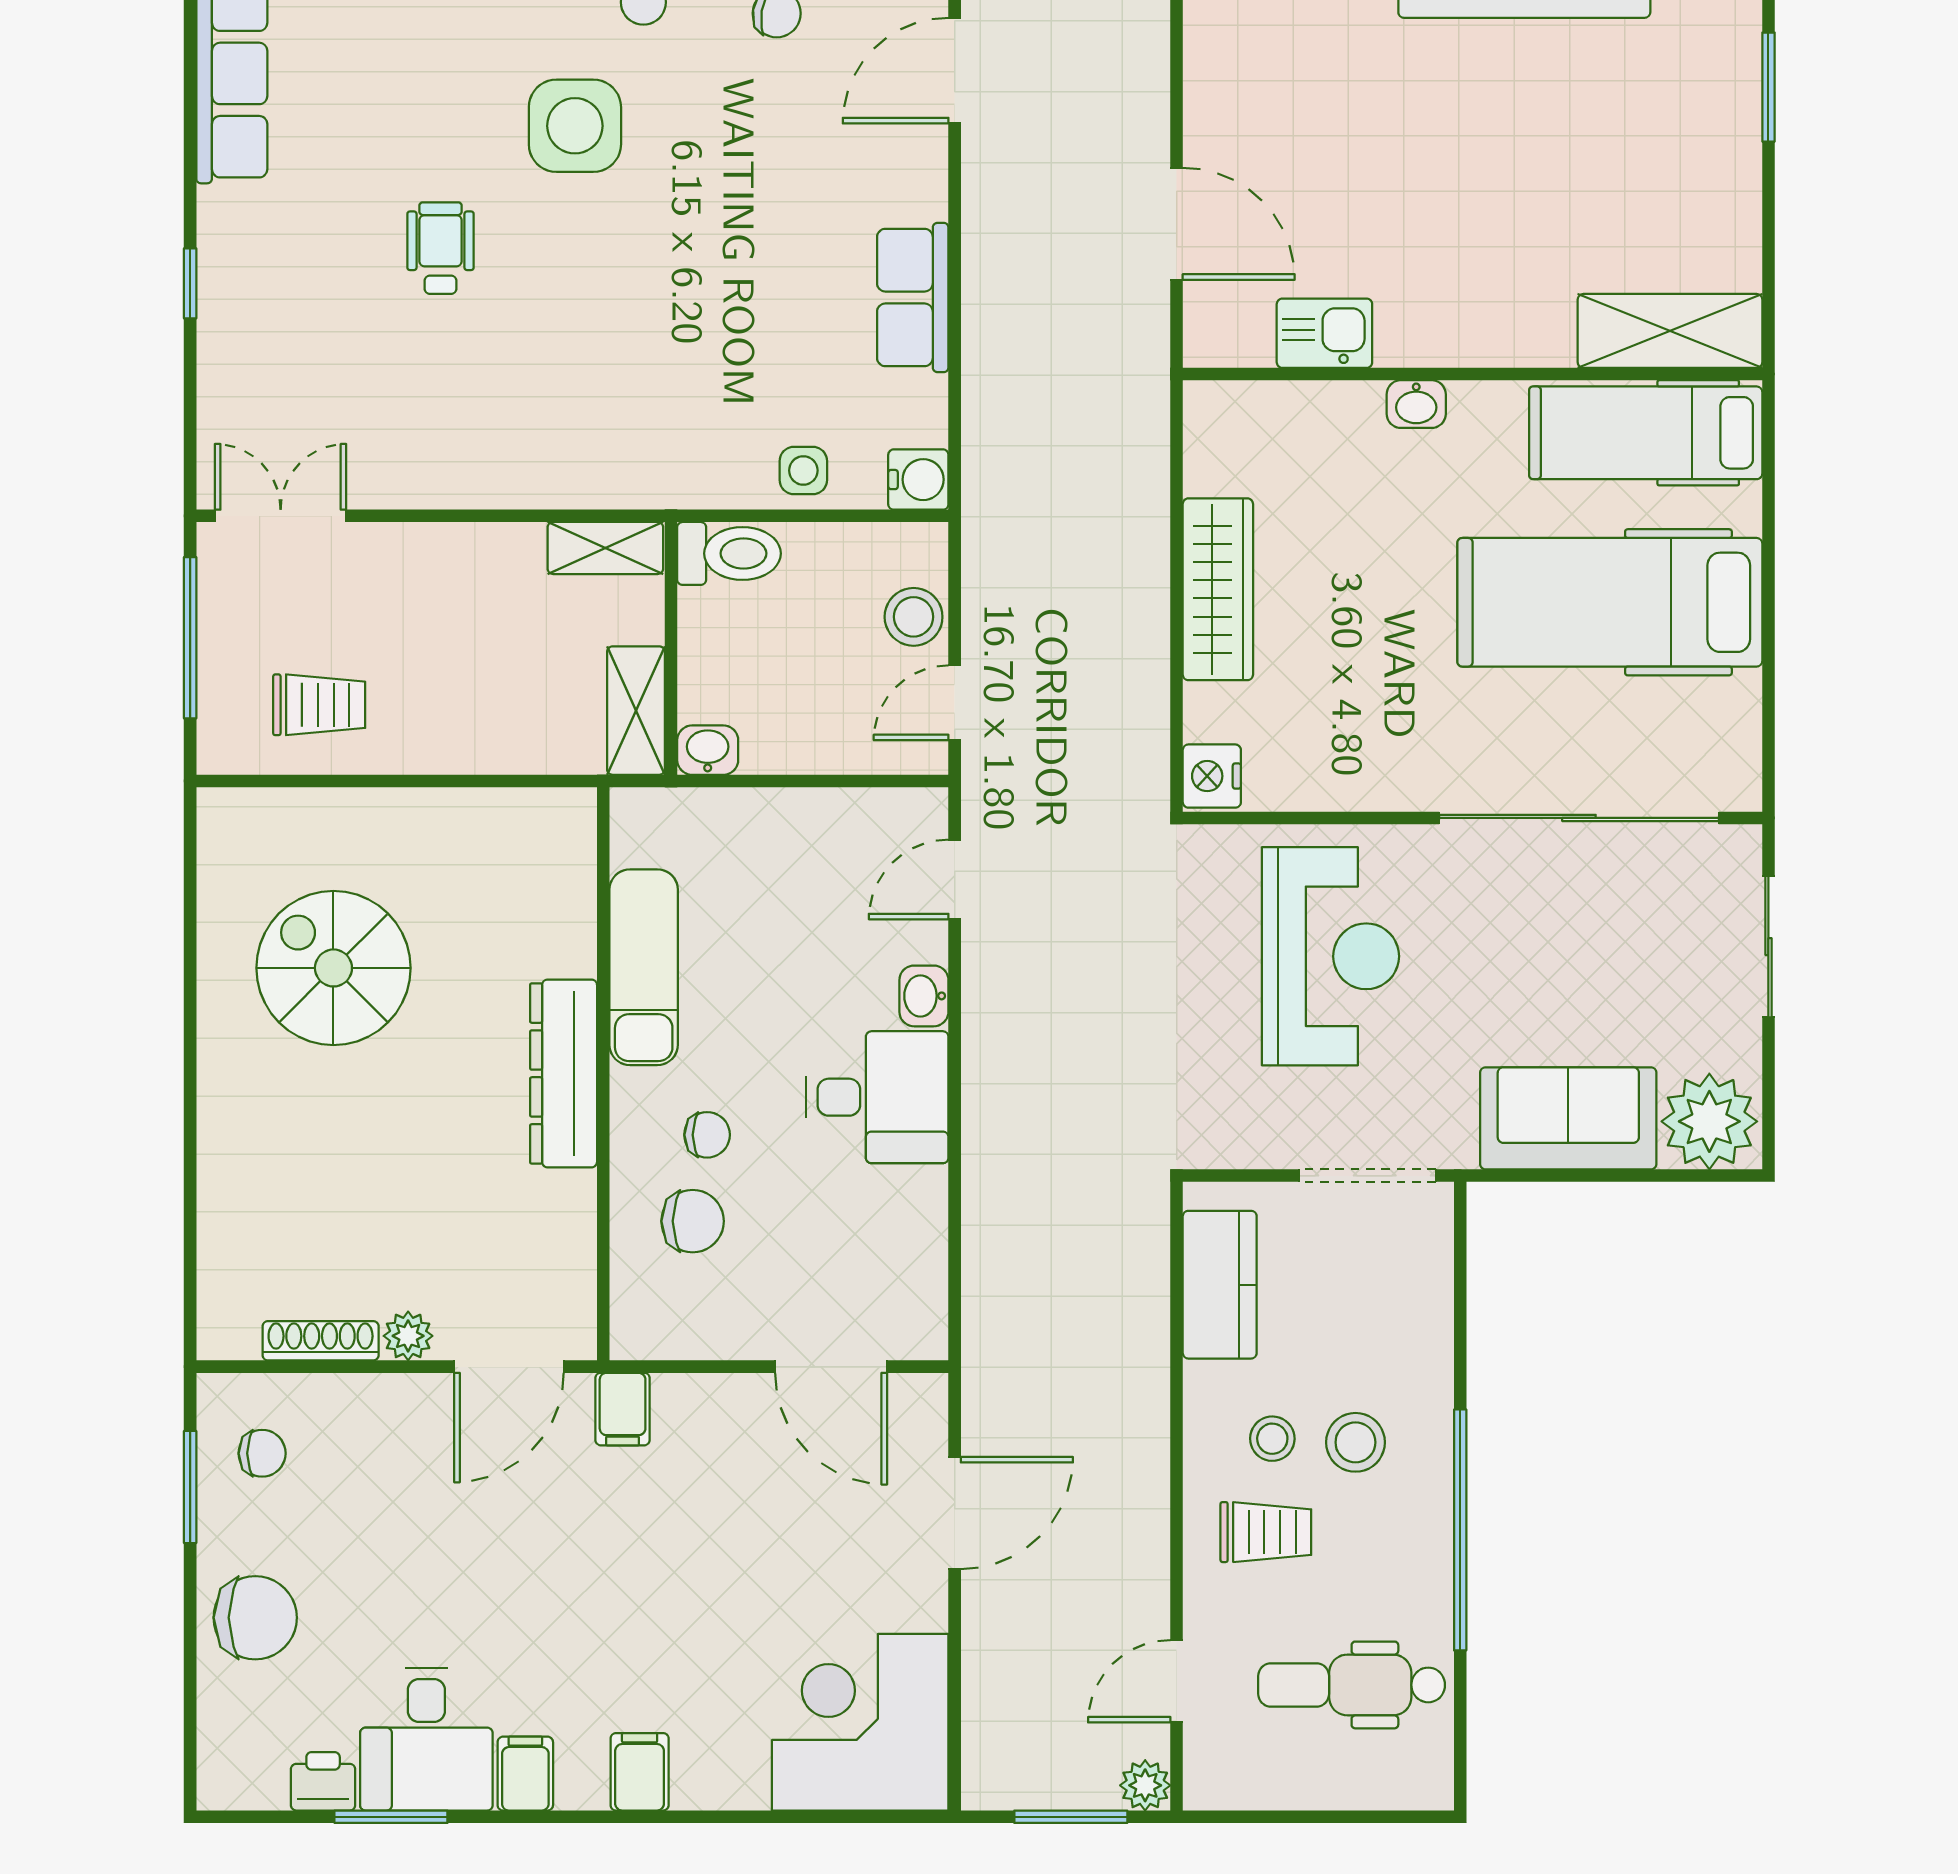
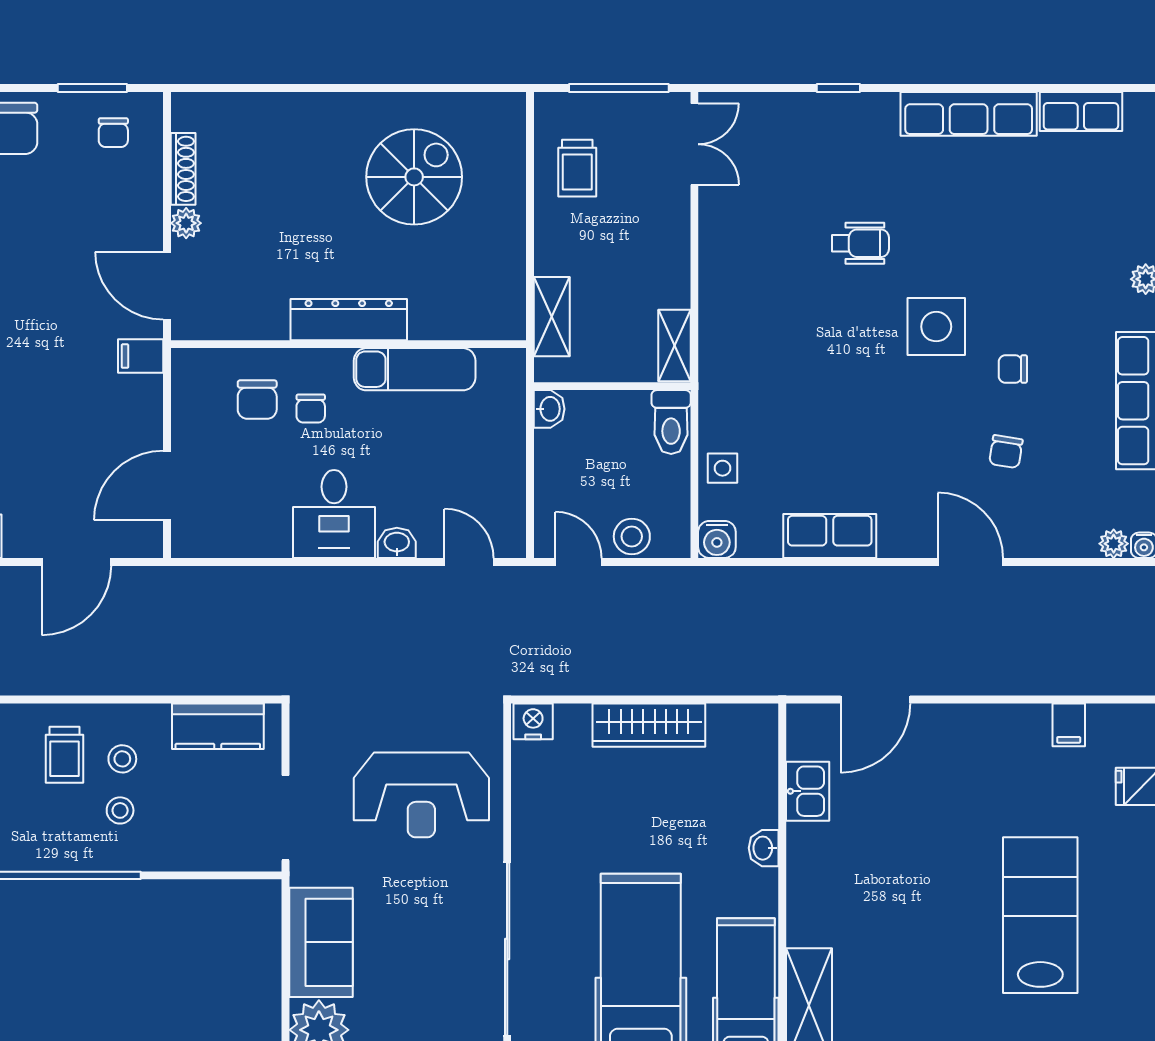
shelving: (636, 711) -> (552, 317), moved, turned 90
stool: (1355, 1442) -> (120, 810), width x0.73, depth x0.73
door: (955, 1513) -> (76, 562), hinge flipped

